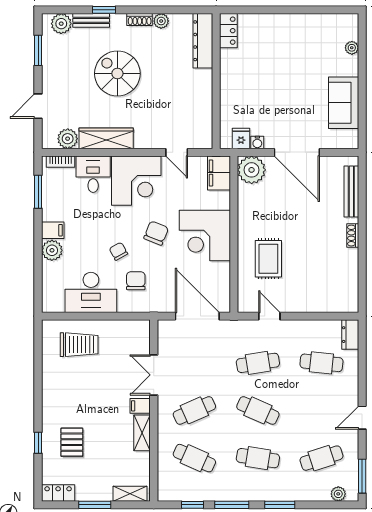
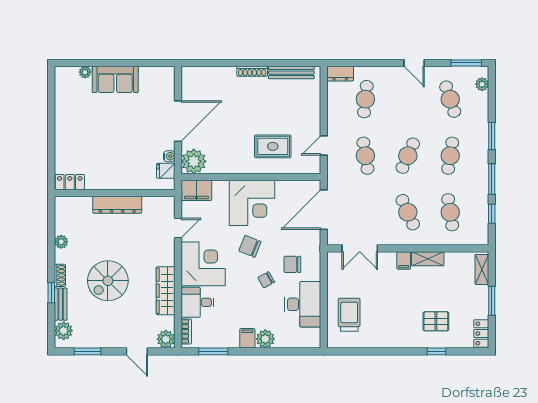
shoe rack: (140, 20) -> (60, 275), moved
dresser: (203, 41) -> (117, 205), moved
sofa: (344, 103) -> (115, 79), moved
plant: (68, 139) -> (166, 339), moved
bench: (351, 191) -> (291, 73), moved
shoe rack: (353, 236) -> (252, 71), width x1.43
double door: (154, 375) -> (360, 248), moved
cafe table: (194, 458) -> (450, 212), turned -33

